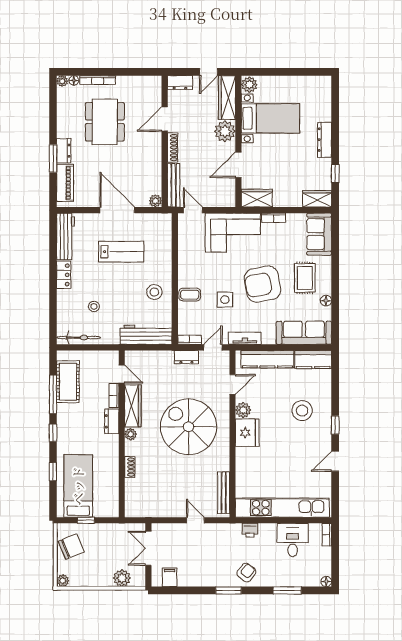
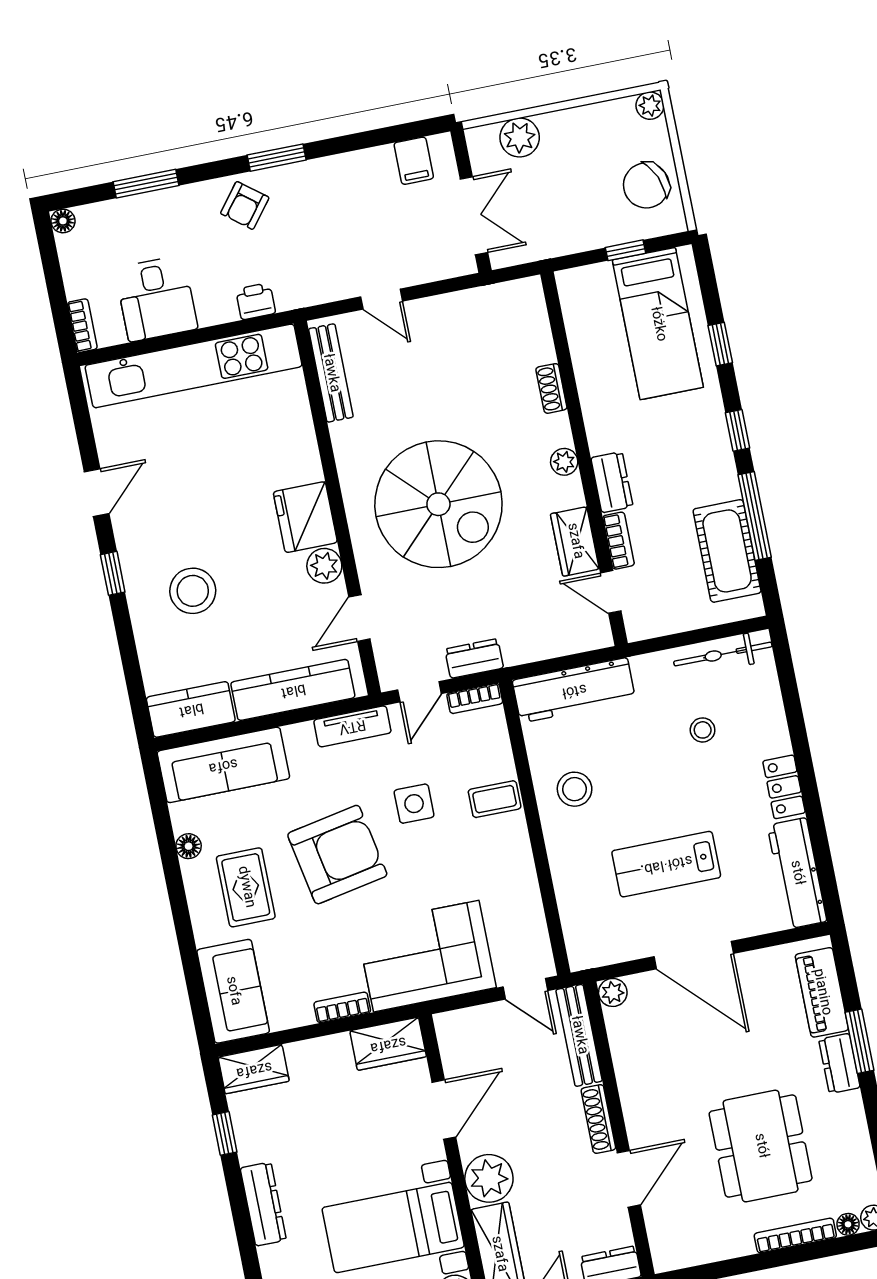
wardrobe: (133, 406) -> (575, 541), width x0.67

